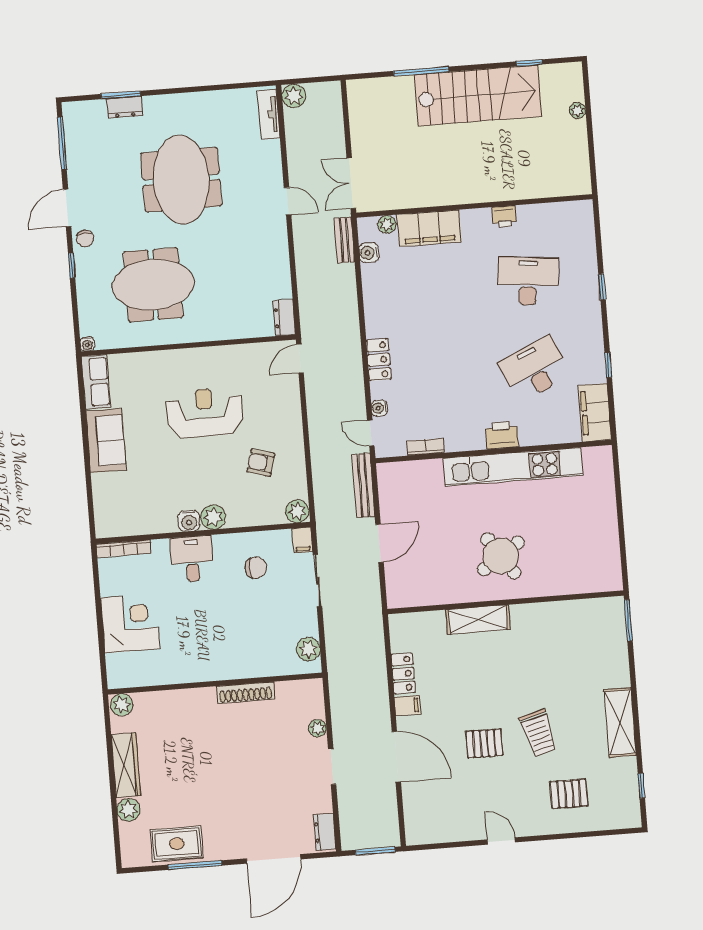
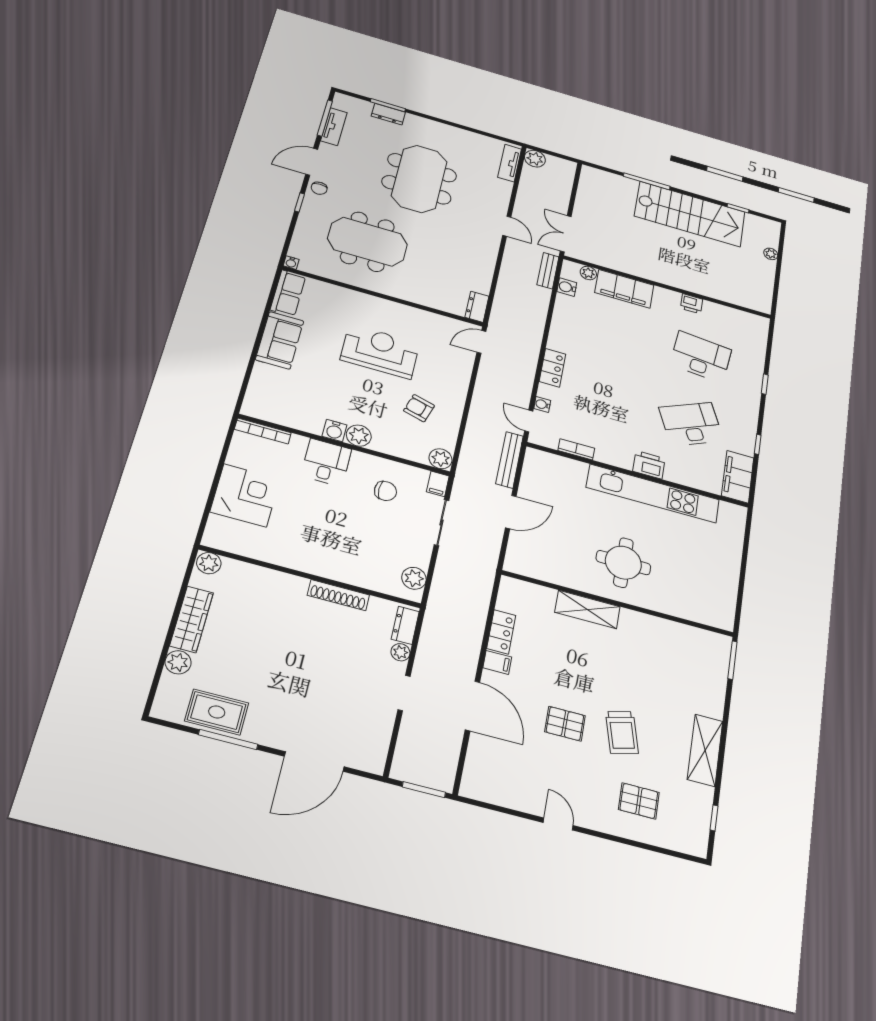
tv unit: (75, 151) -> (334, 127), added
round table: (501, 556) -> (623, 563), turned 34
dresser: (325, 832) -> (405, 625), moved

